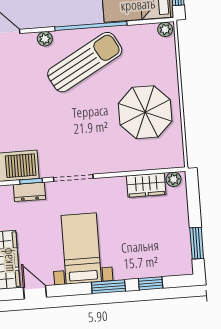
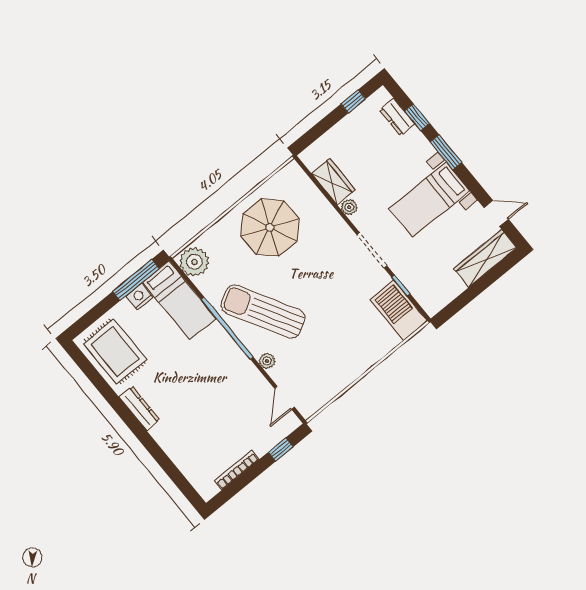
plant: (165, 29) -> (194, 262), width x1.88, depth x1.88
plant: (174, 179) -> (349, 207), moved
dresser: (29, 192) -> (397, 117), moved, turned 180
window: (197, 243) -> (353, 101), width x0.67
door: (35, 292) -> (496, 213), swing flipped

